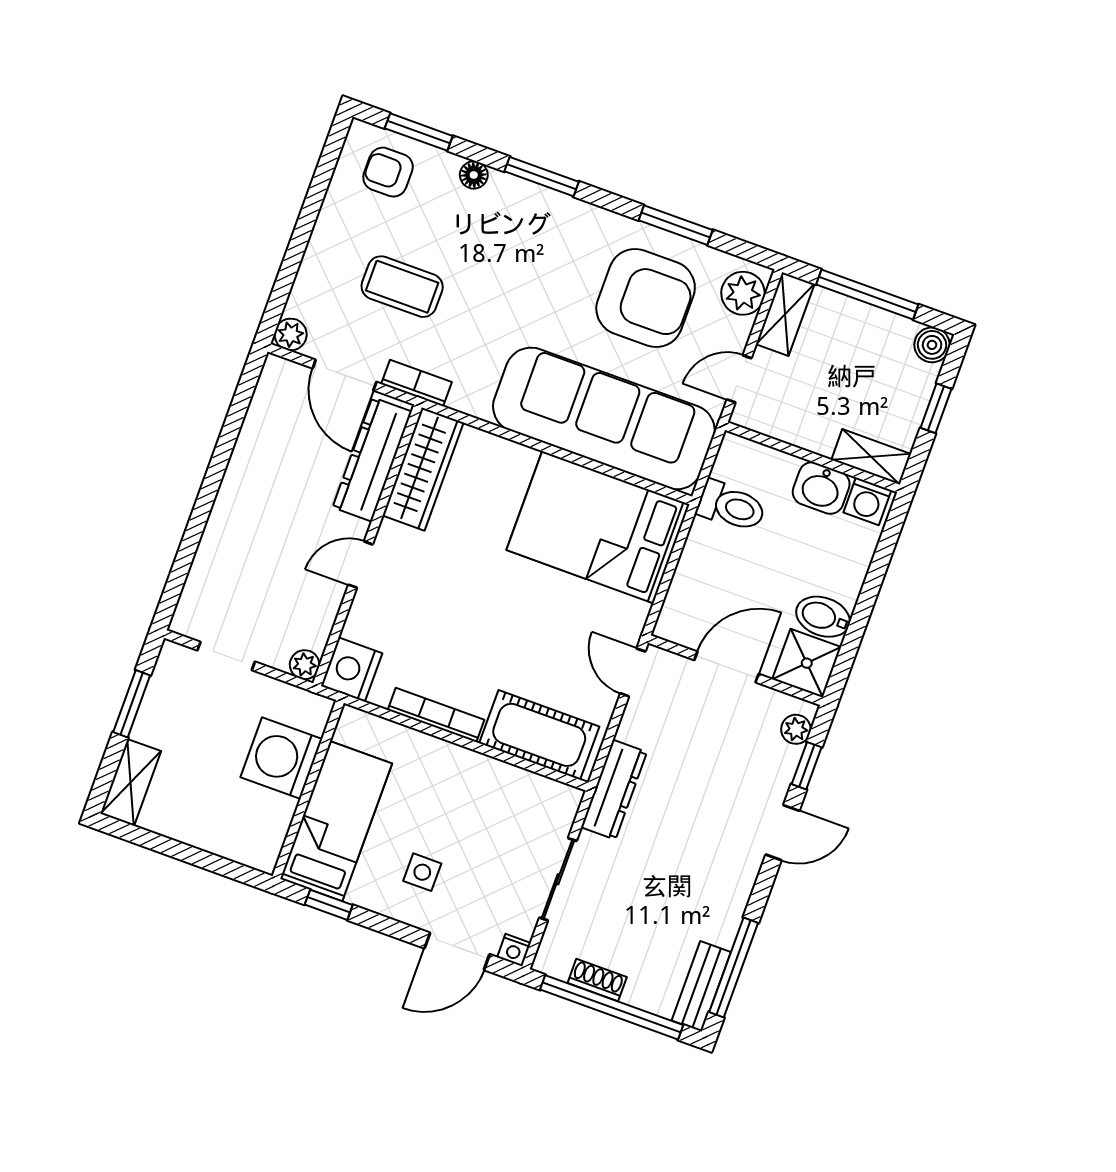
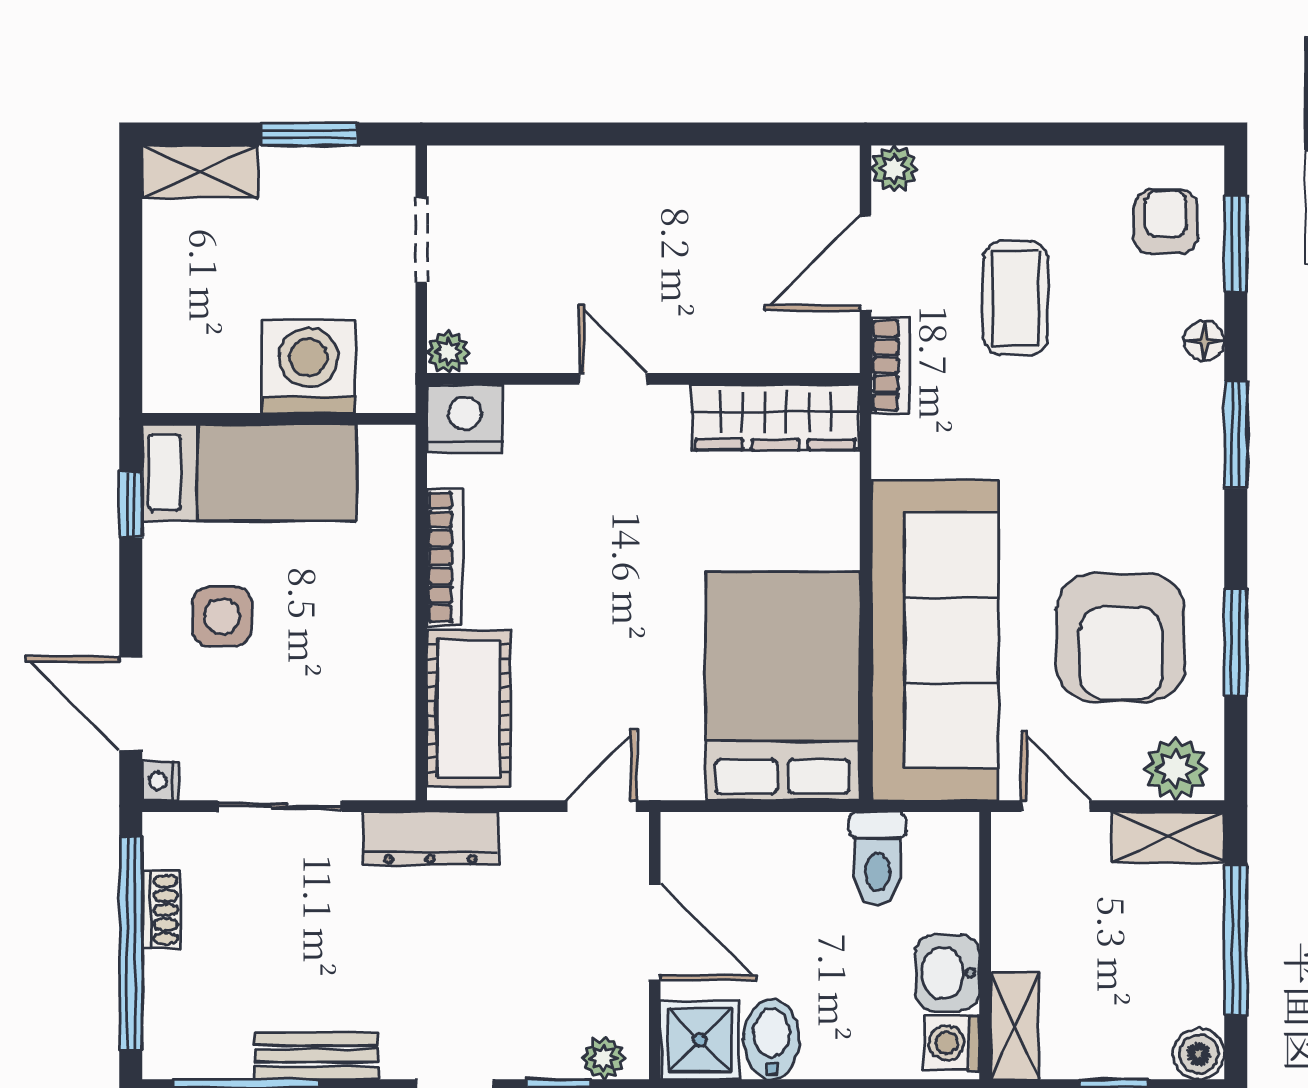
dresser: (372, 459) -> (763, 343), removed
side table: (422, 872) -> (222, 616), width x1.37, depth x1.37
bench: (701, 986) -> (317, 1056), moved

